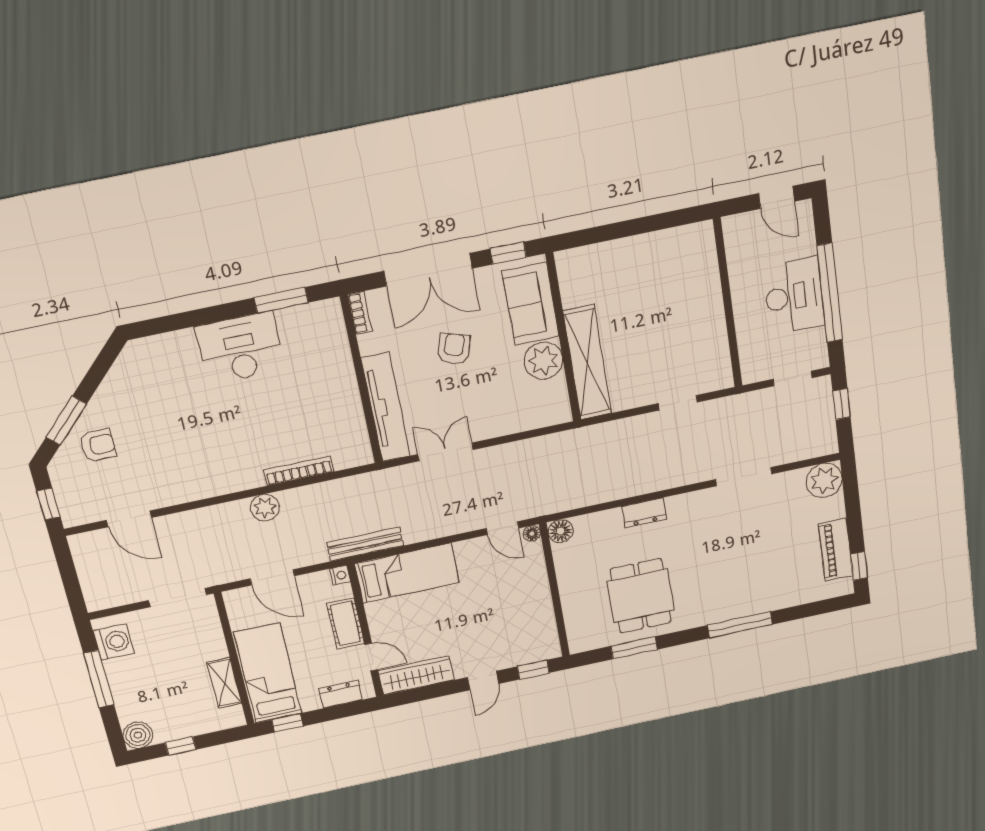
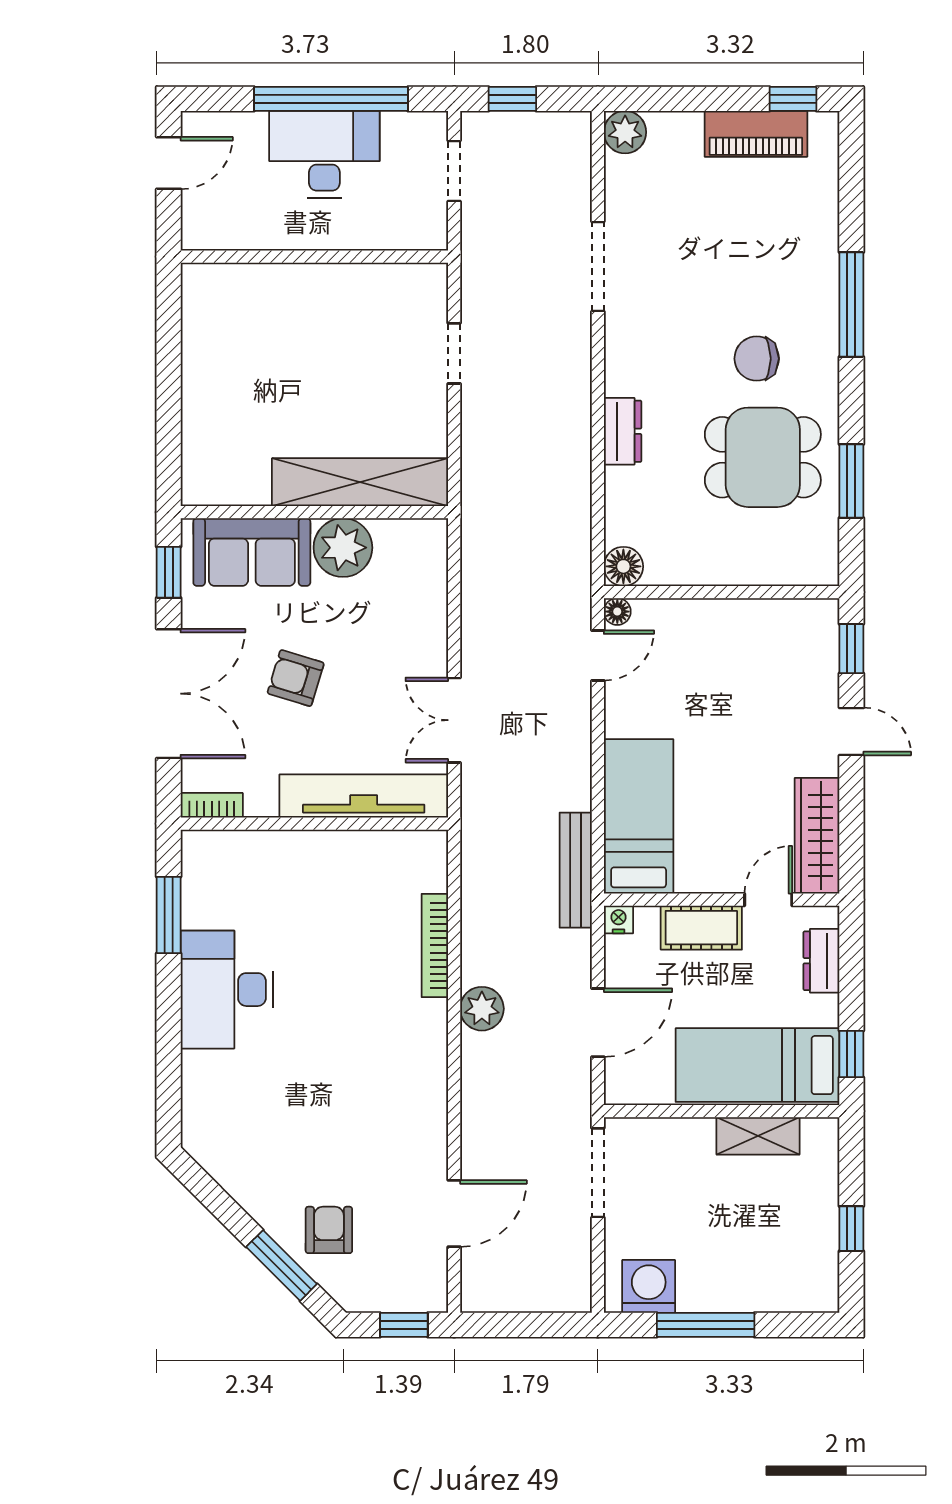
plant: (824, 480) -> (625, 132), width x0.73, depth x0.73
chair: (700, 579) -> (757, 359), added
boiler: (138, 735) -> (816, 1289), removed

